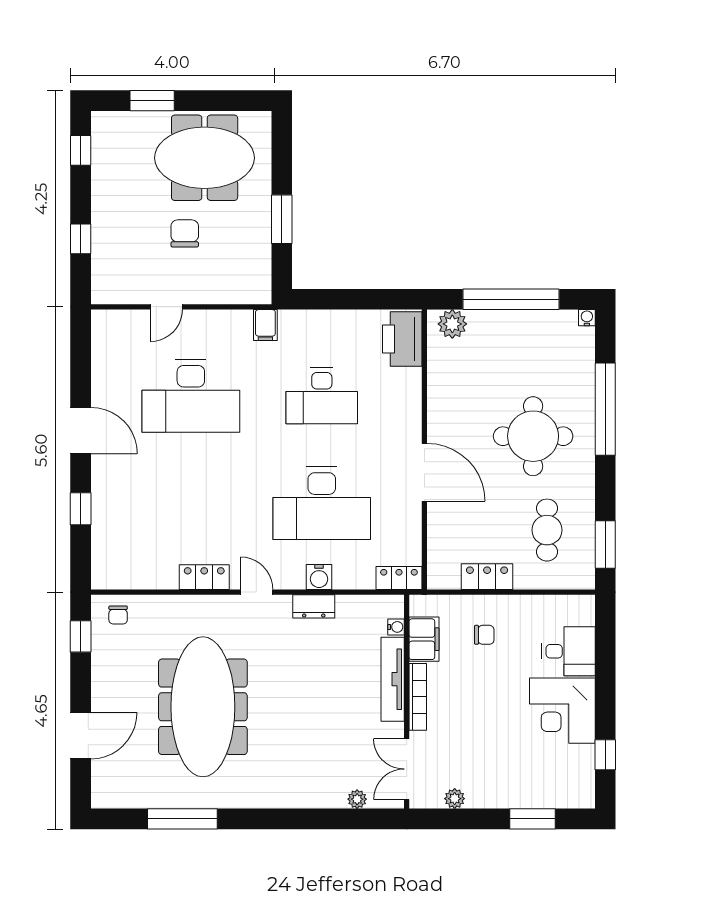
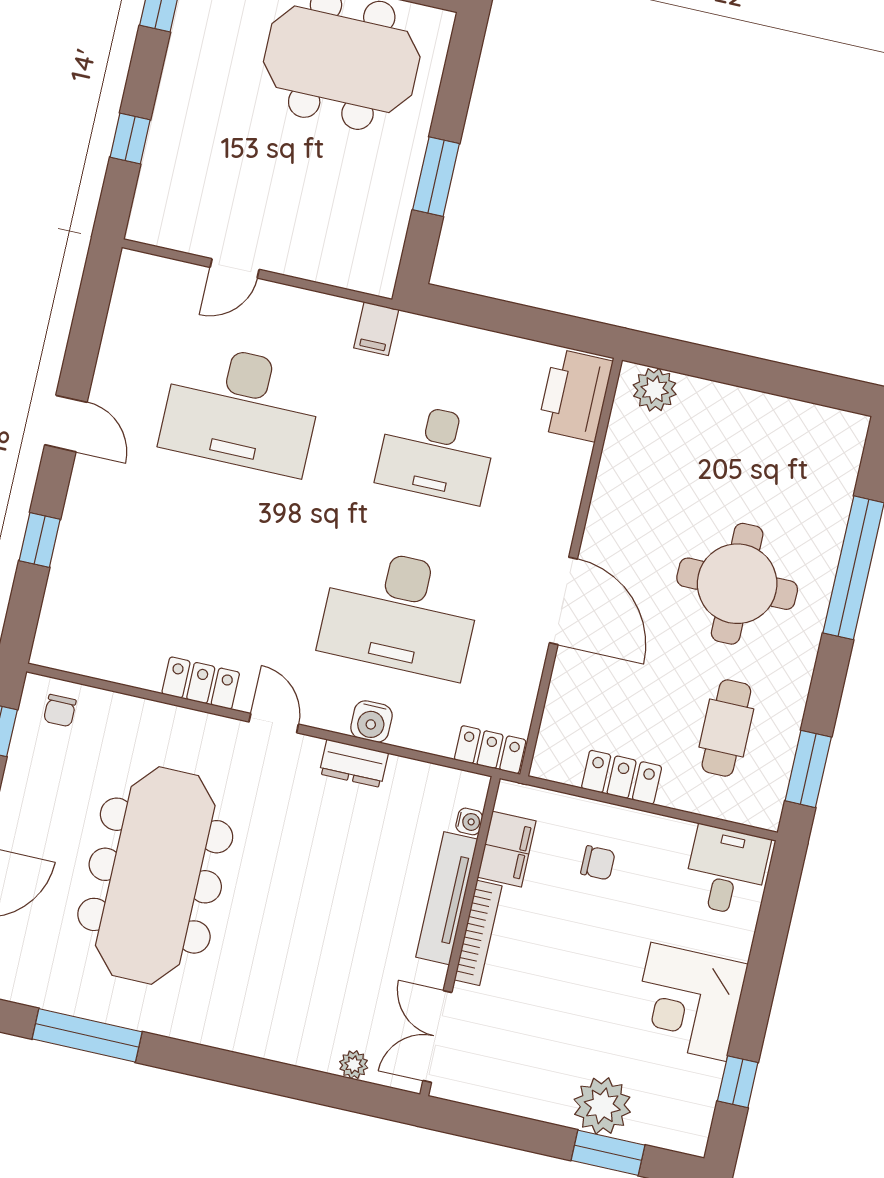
chair: (185, 233) -> (287, 165), removed
window: (511, 299) -> (750, 373), removed
water cooler: (587, 318) -> (857, 425), removed
door: (81, 430) -> (66, 424), width x0.73
desk: (568, 651) -> (726, 871), moved, turned -90
plant: (455, 799) -> (602, 1106), moved, width x1.88, depth x1.88

